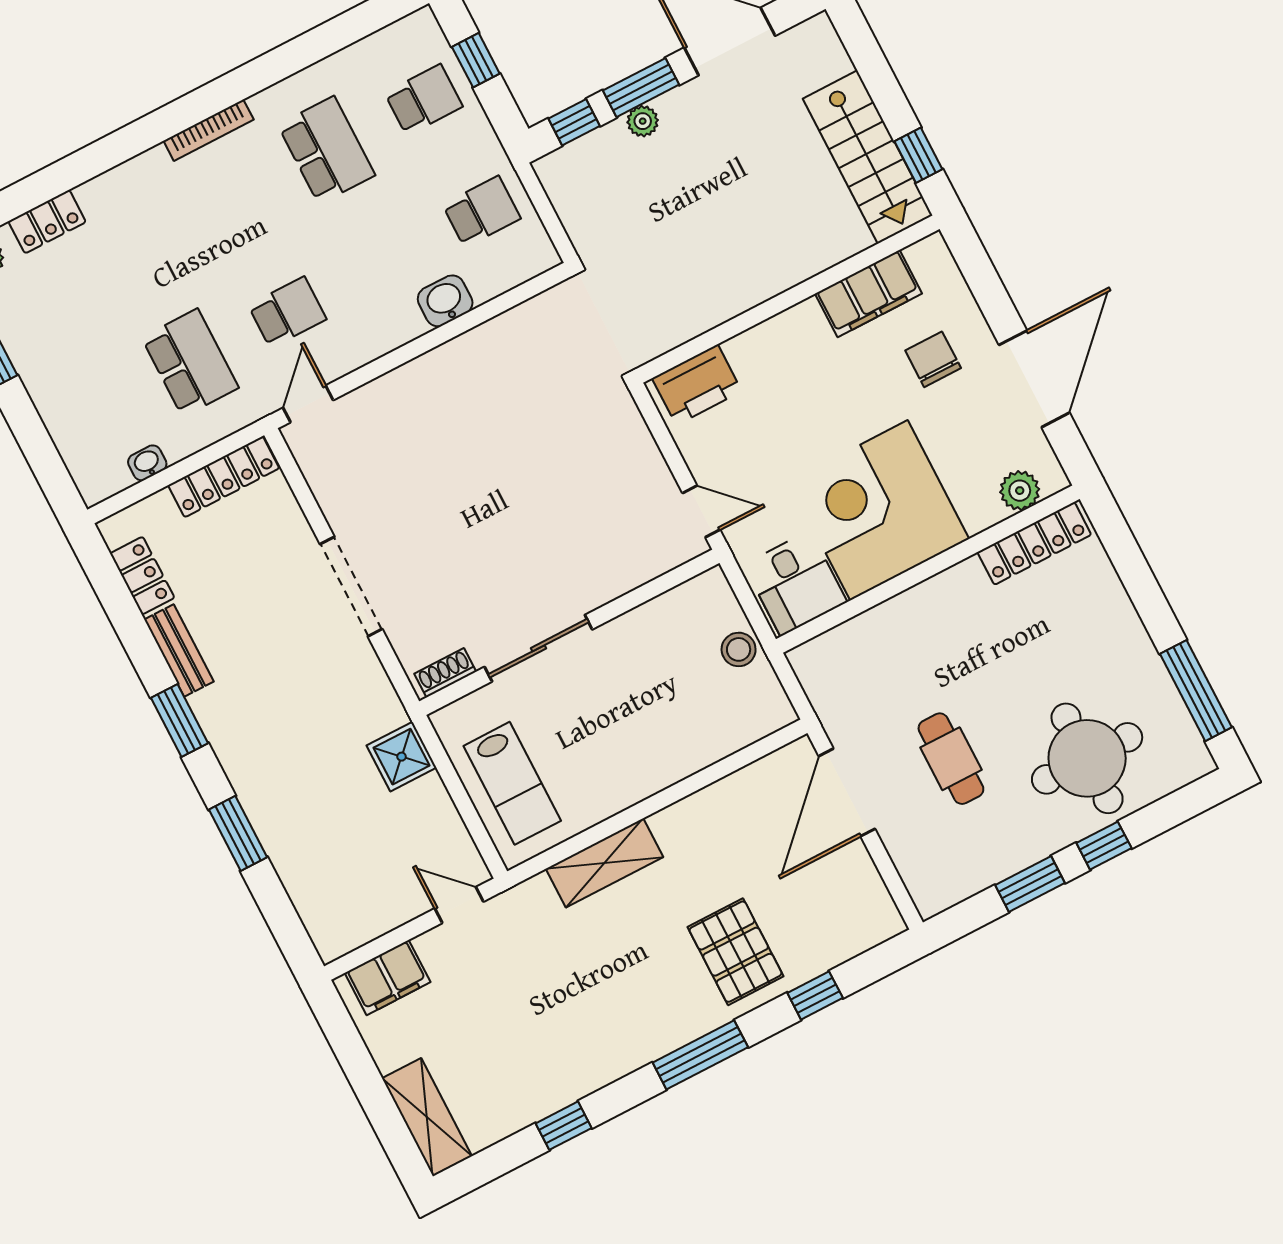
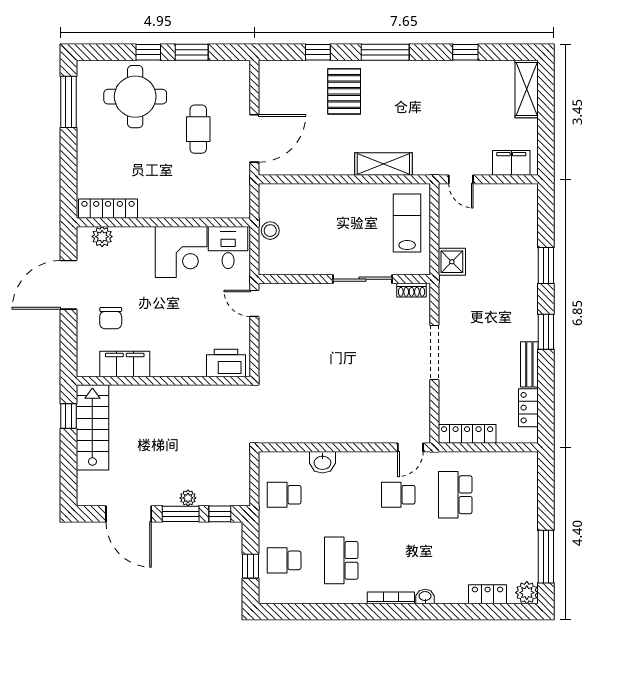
washbasin: (147, 463) -> (425, 596), moved, turned 180
corner desk: (879, 510) -> (181, 252), width x0.74, depth x0.74

